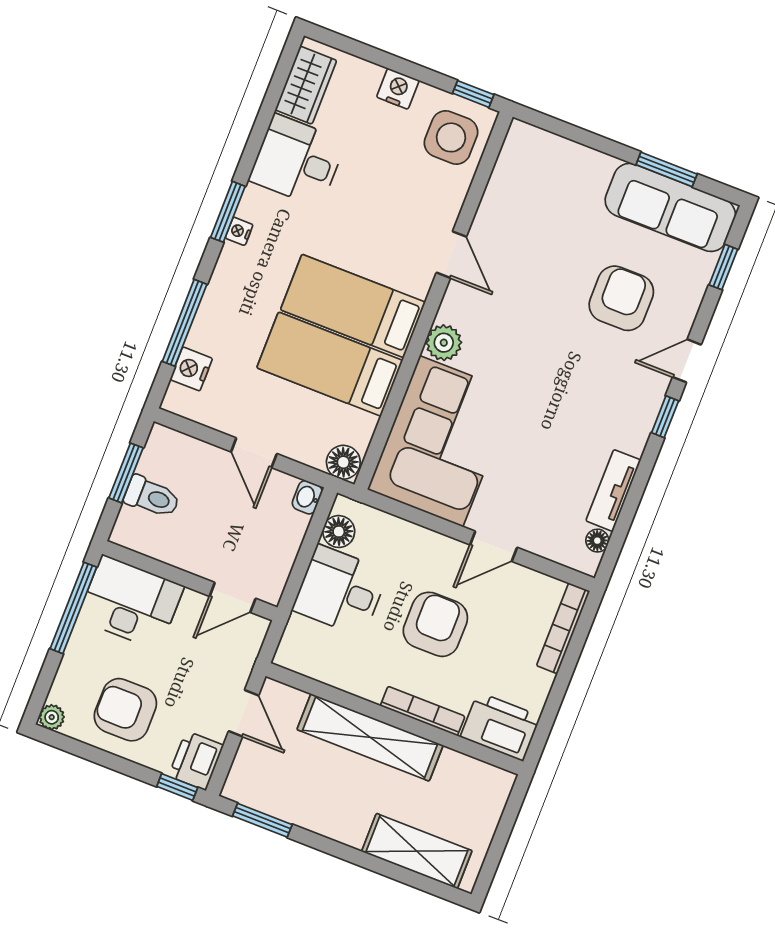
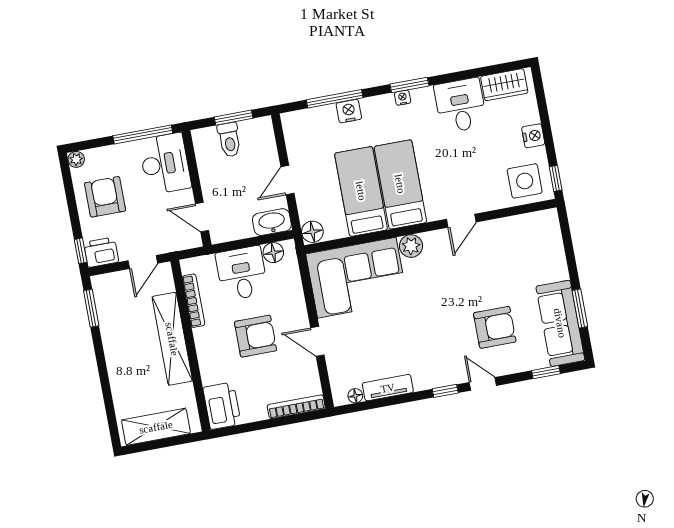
nightstand: (191, 369) -> (349, 111), moved
washbasin: (307, 497) -> (272, 222), width x1.91, depth x1.45
bookcase: (423, 711) -> (194, 301), moved
shelving: (417, 851) -> (156, 427), moved, turned 90

